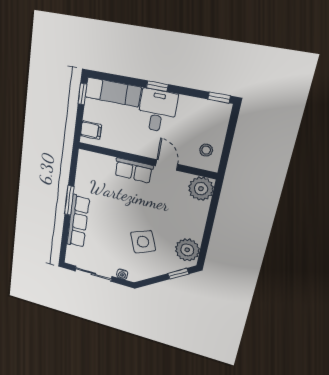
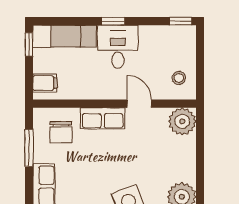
chair: (98, 174) -> (61, 132), added
window: (69, 200) -> (29, 148), moved

